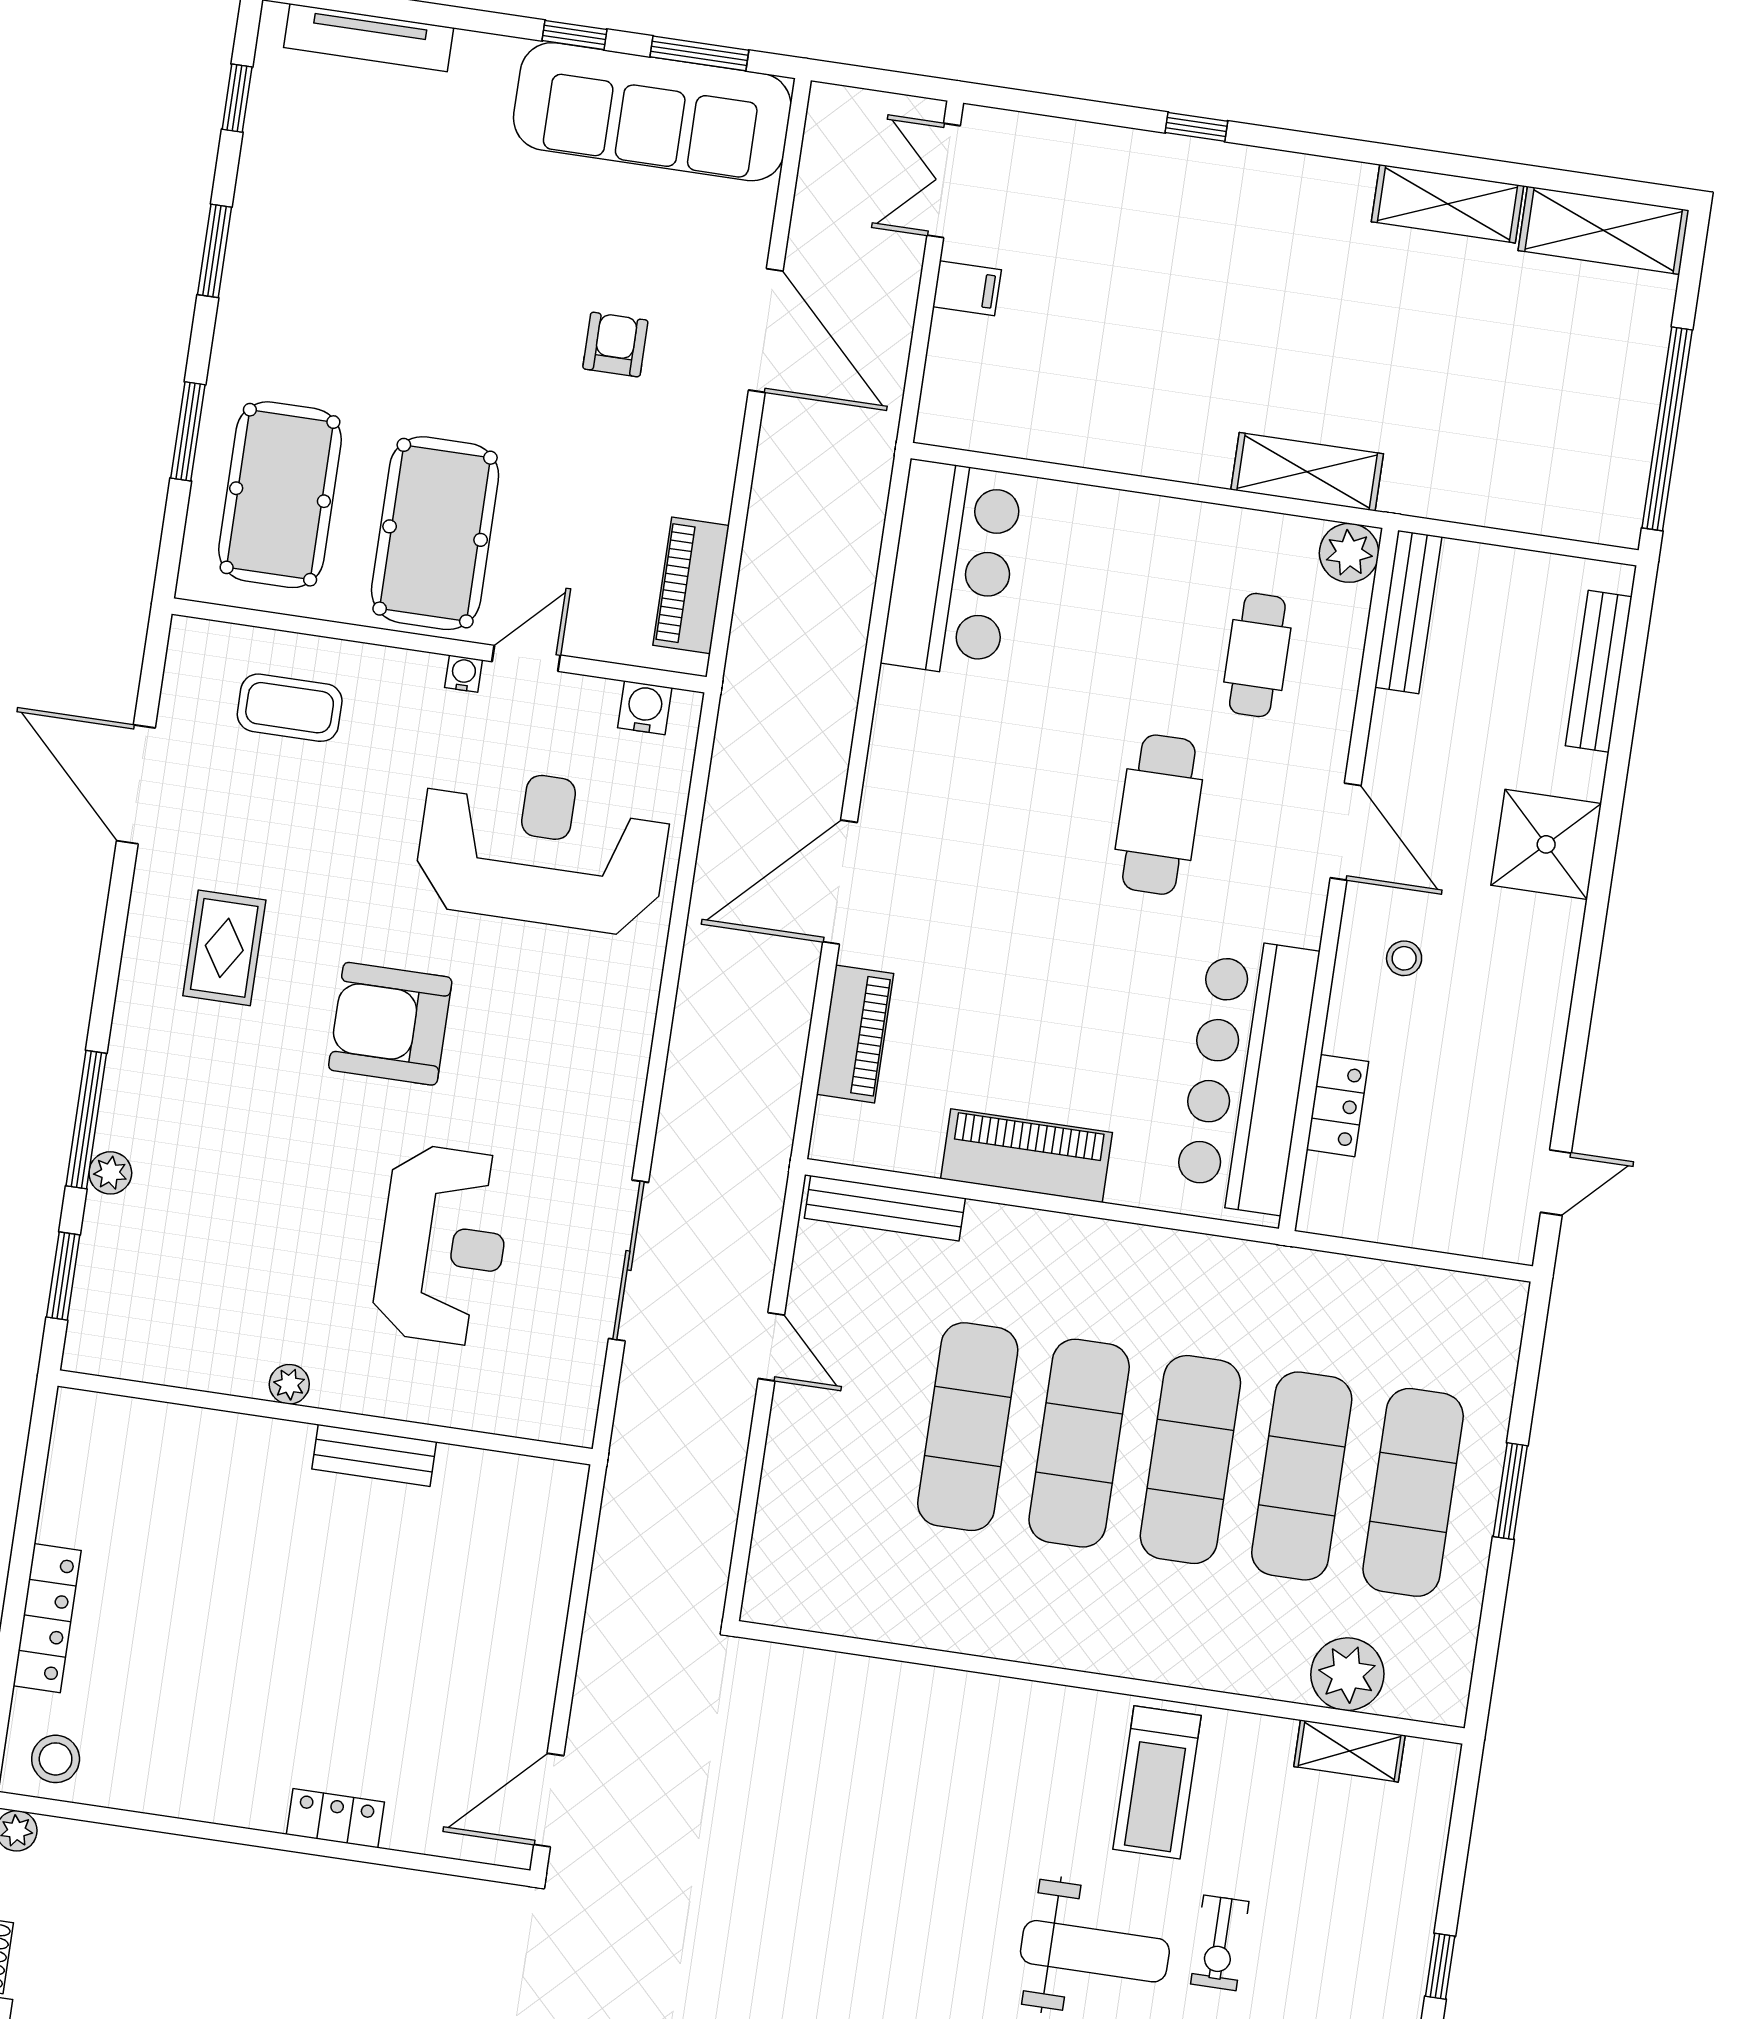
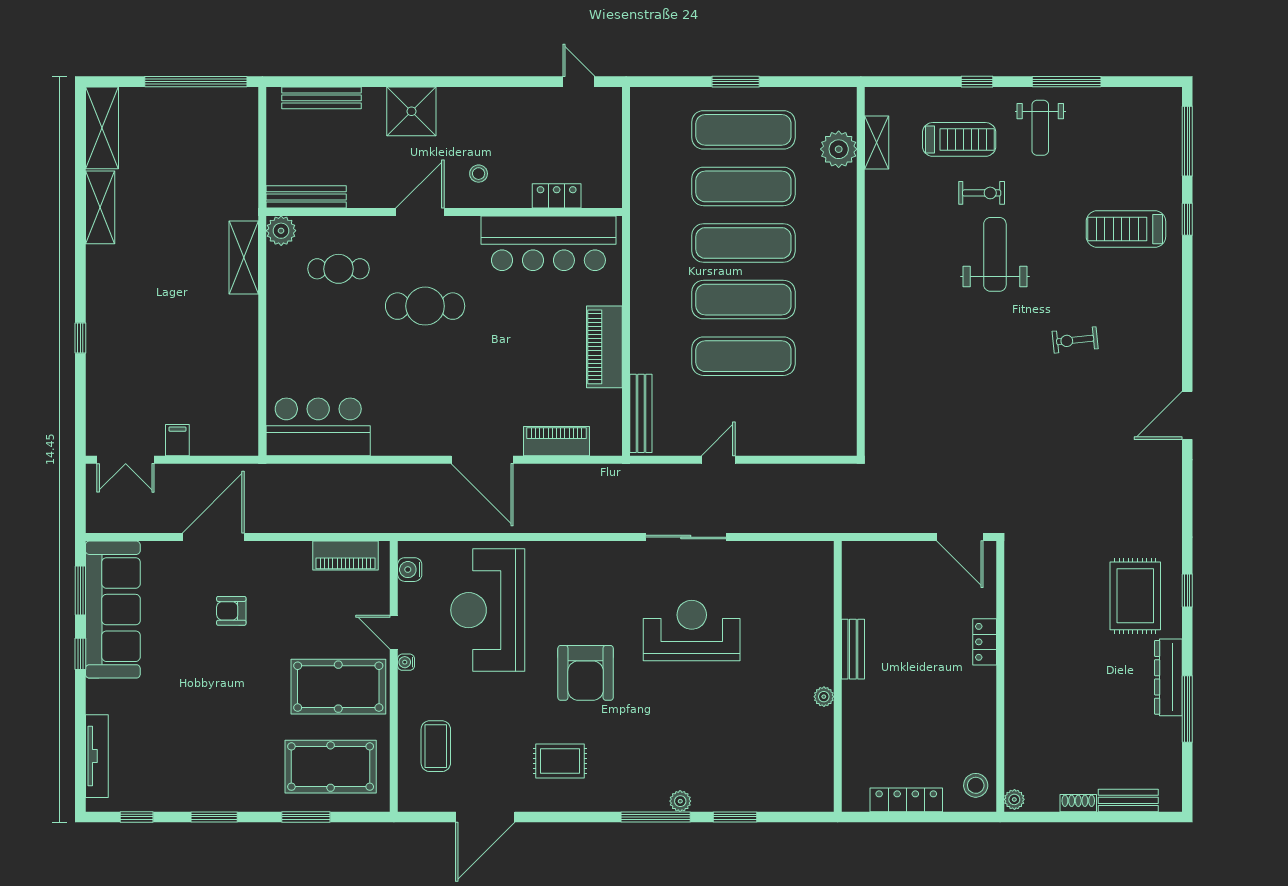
plant: (289, 1384) -> (824, 697), moved
wall: (325, 1417) -> (838, 676), moved
bench: (374, 1455) -> (853, 649), moved
treadmill: (1157, 1782) -> (959, 139), moved

